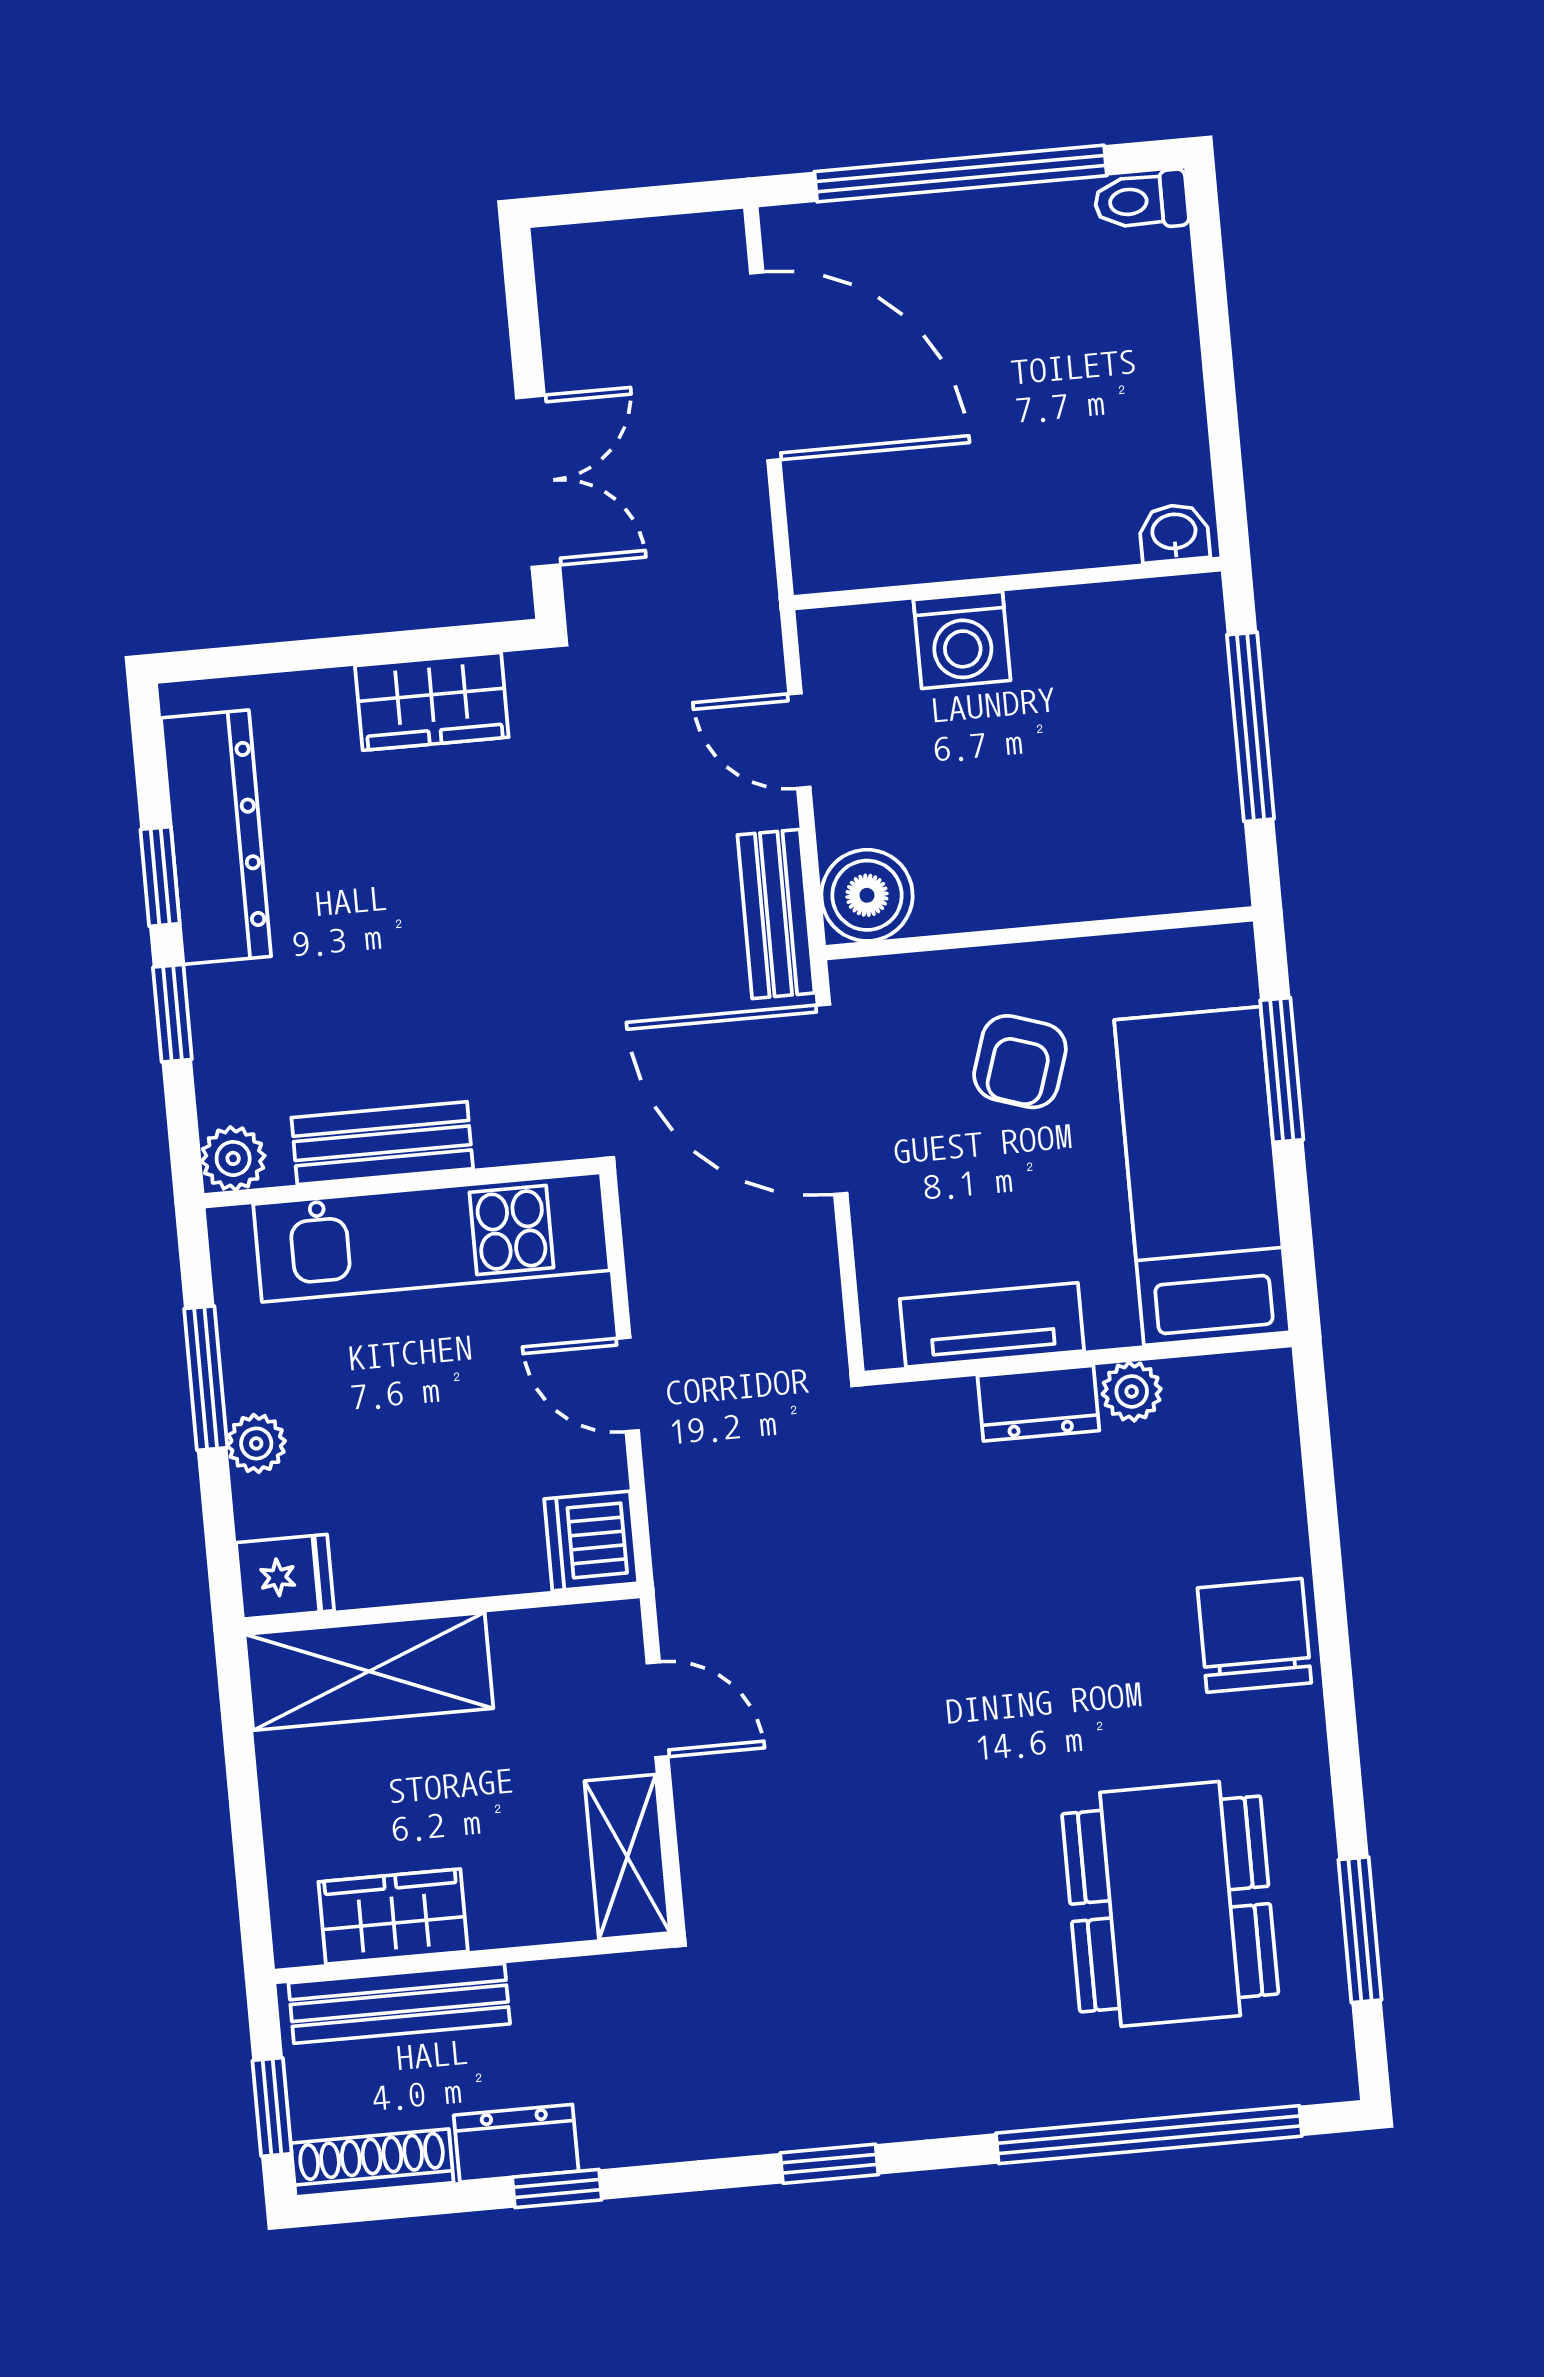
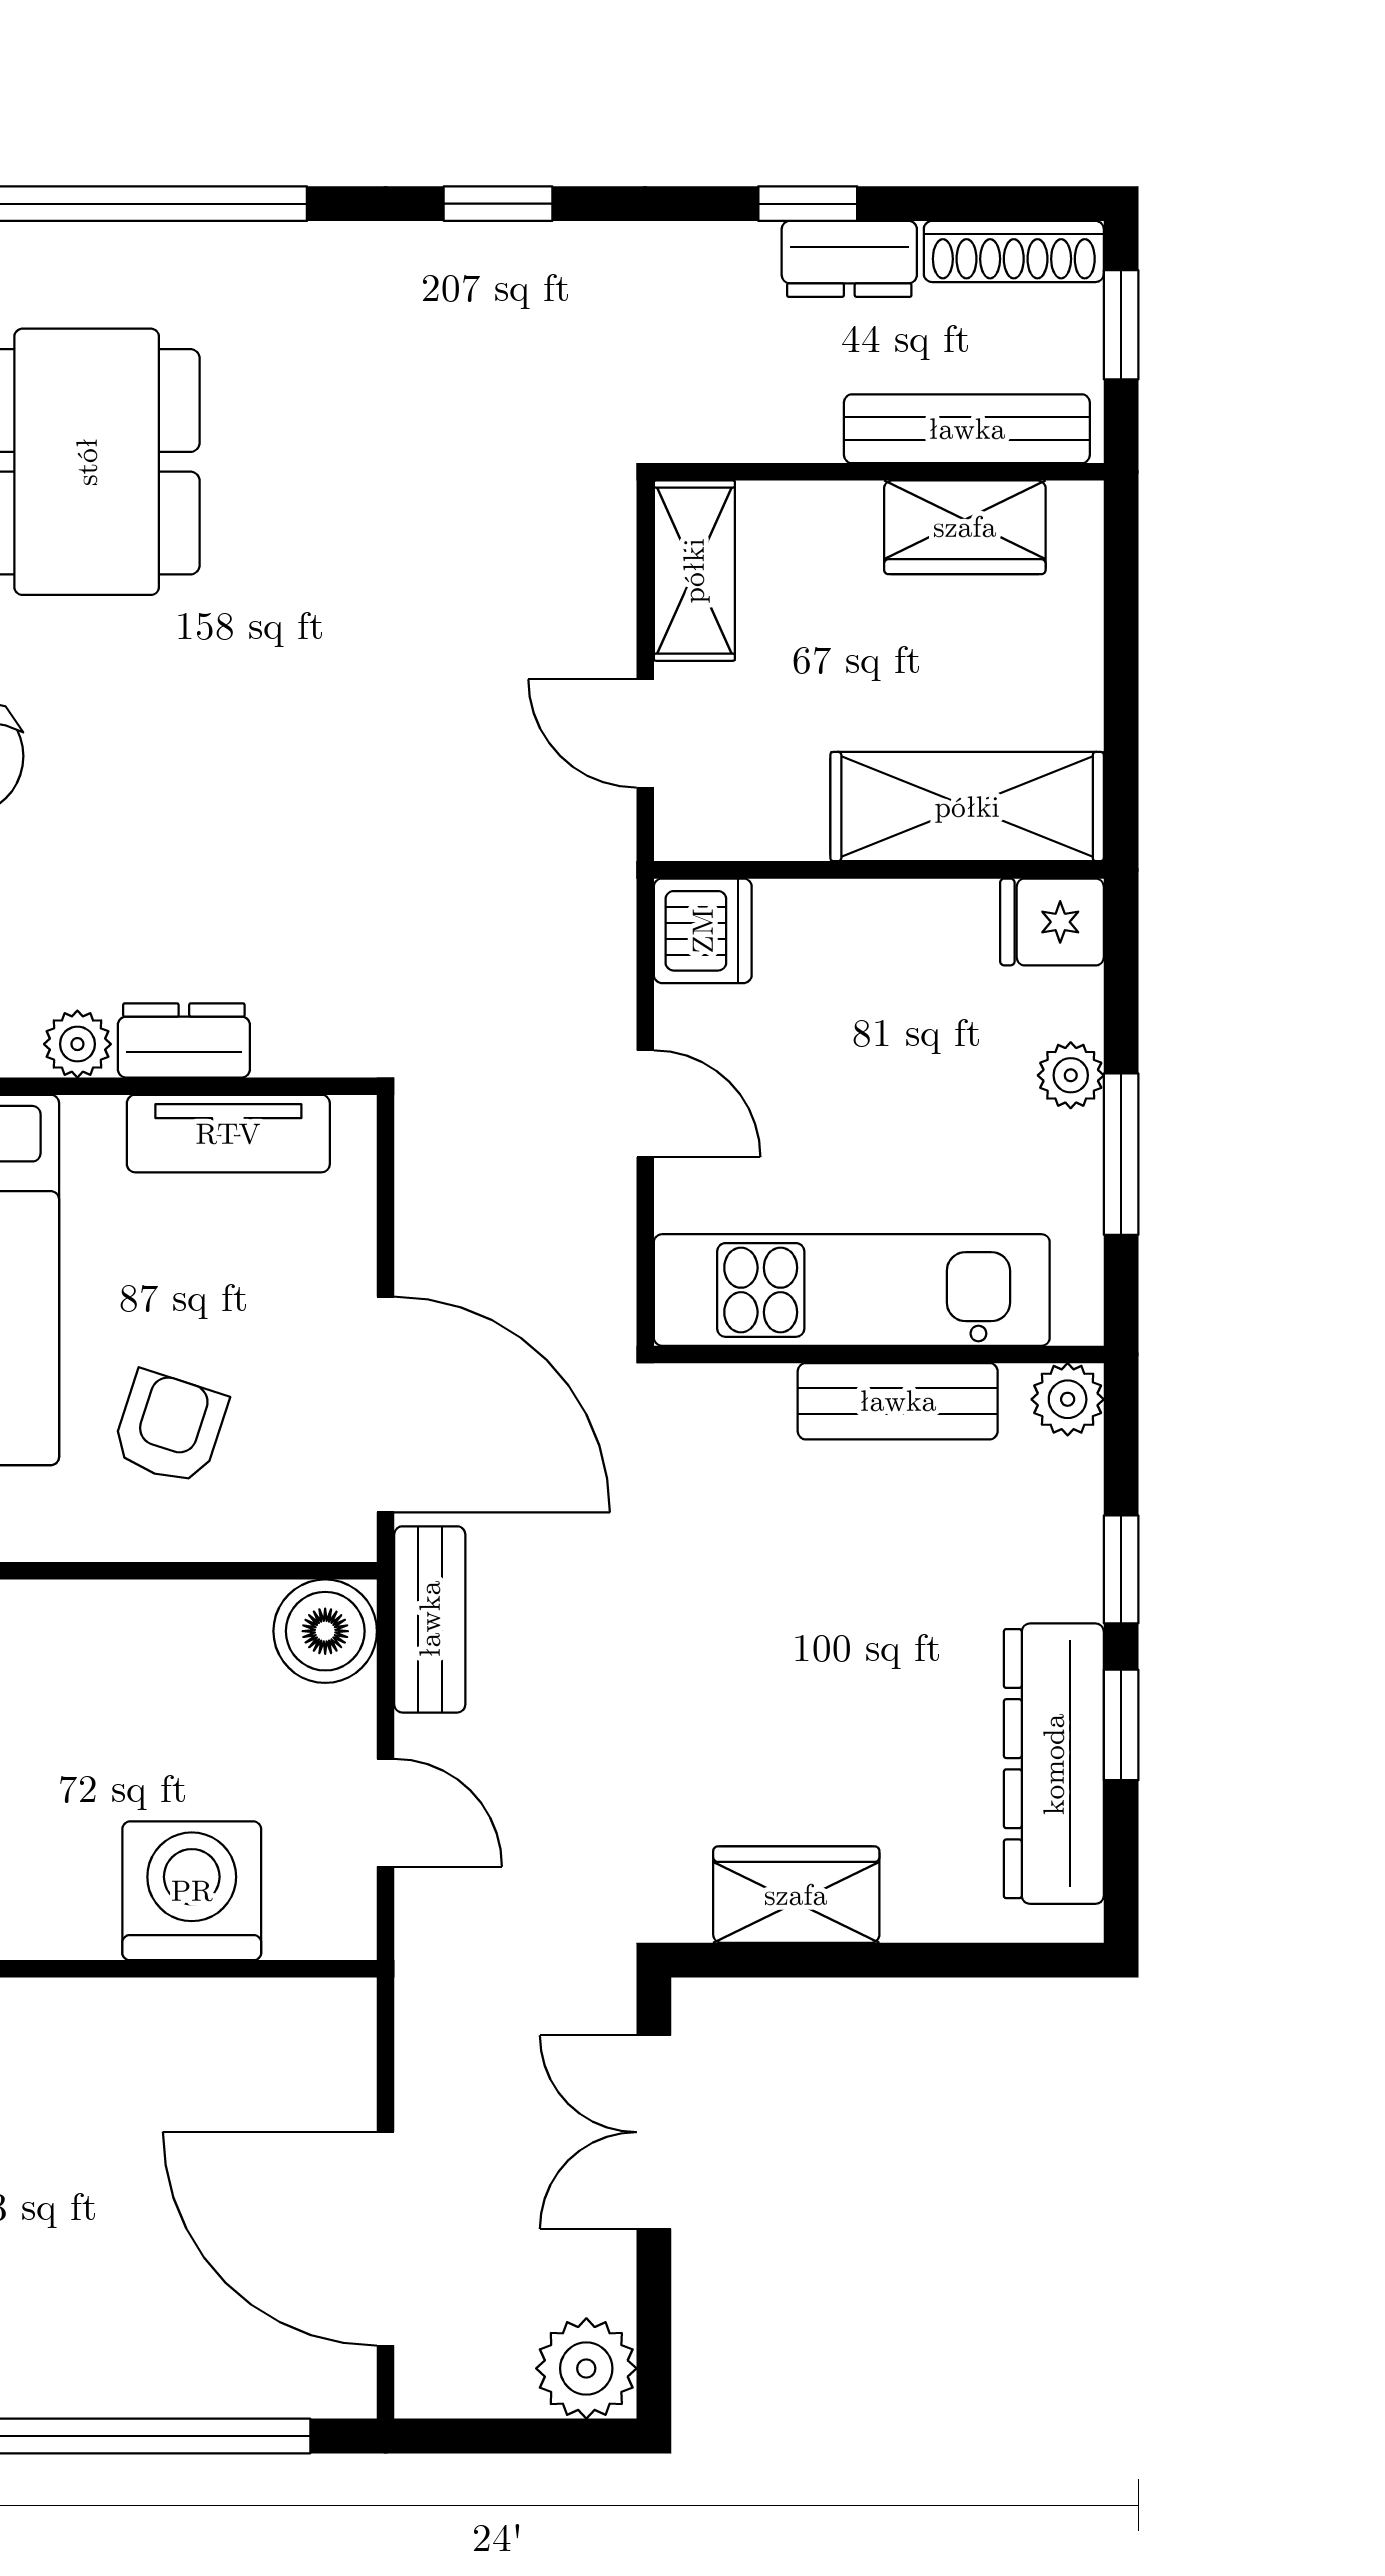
plant: (579, 268) -> (586, 2368), added
washing machine: (962, 640) -> (192, 1891), width x1.37, depth x1.37

